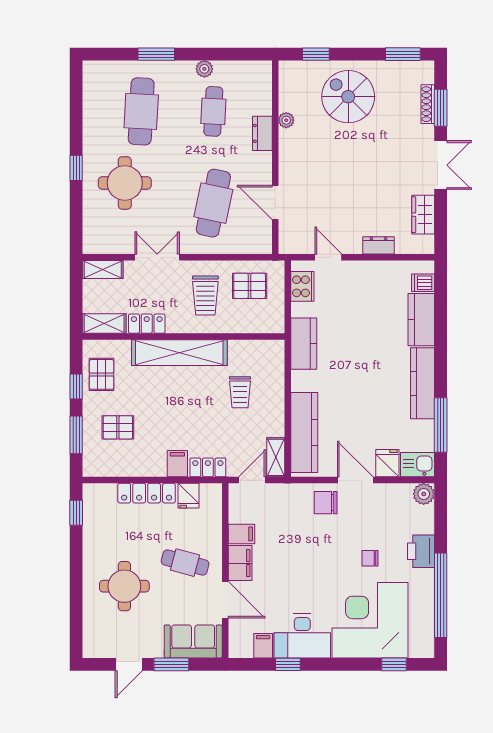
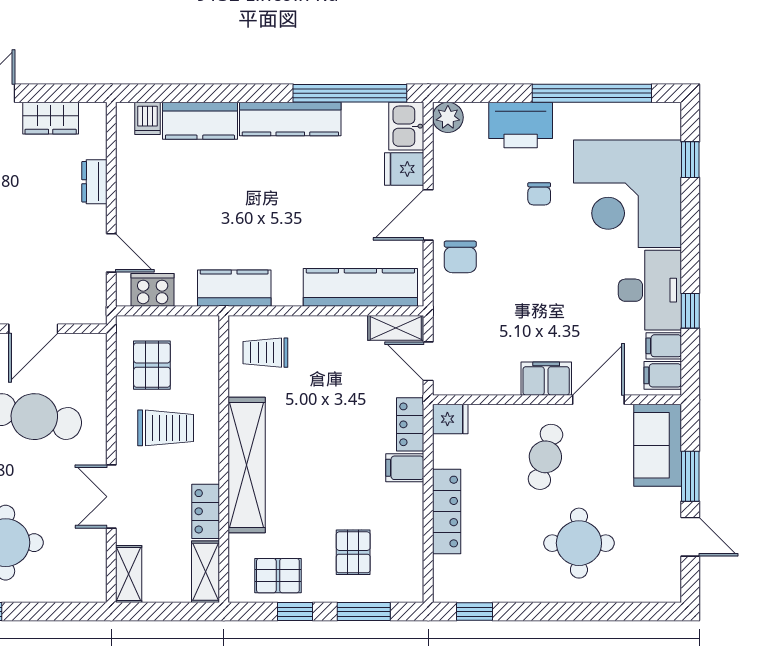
door: (328, 257) -> (111, 253), swing flipped
trolley: (240, 392) -> (265, 353), moved, turned 180
window: (441, 425) -> (350, 93), width x1.46
fridge: (189, 496) -> (450, 419), moved
filing cabinet: (241, 534) -> (663, 375), moved, turned -90
printer: (421, 551) -> (521, 125), width x1.37, depth x1.19

